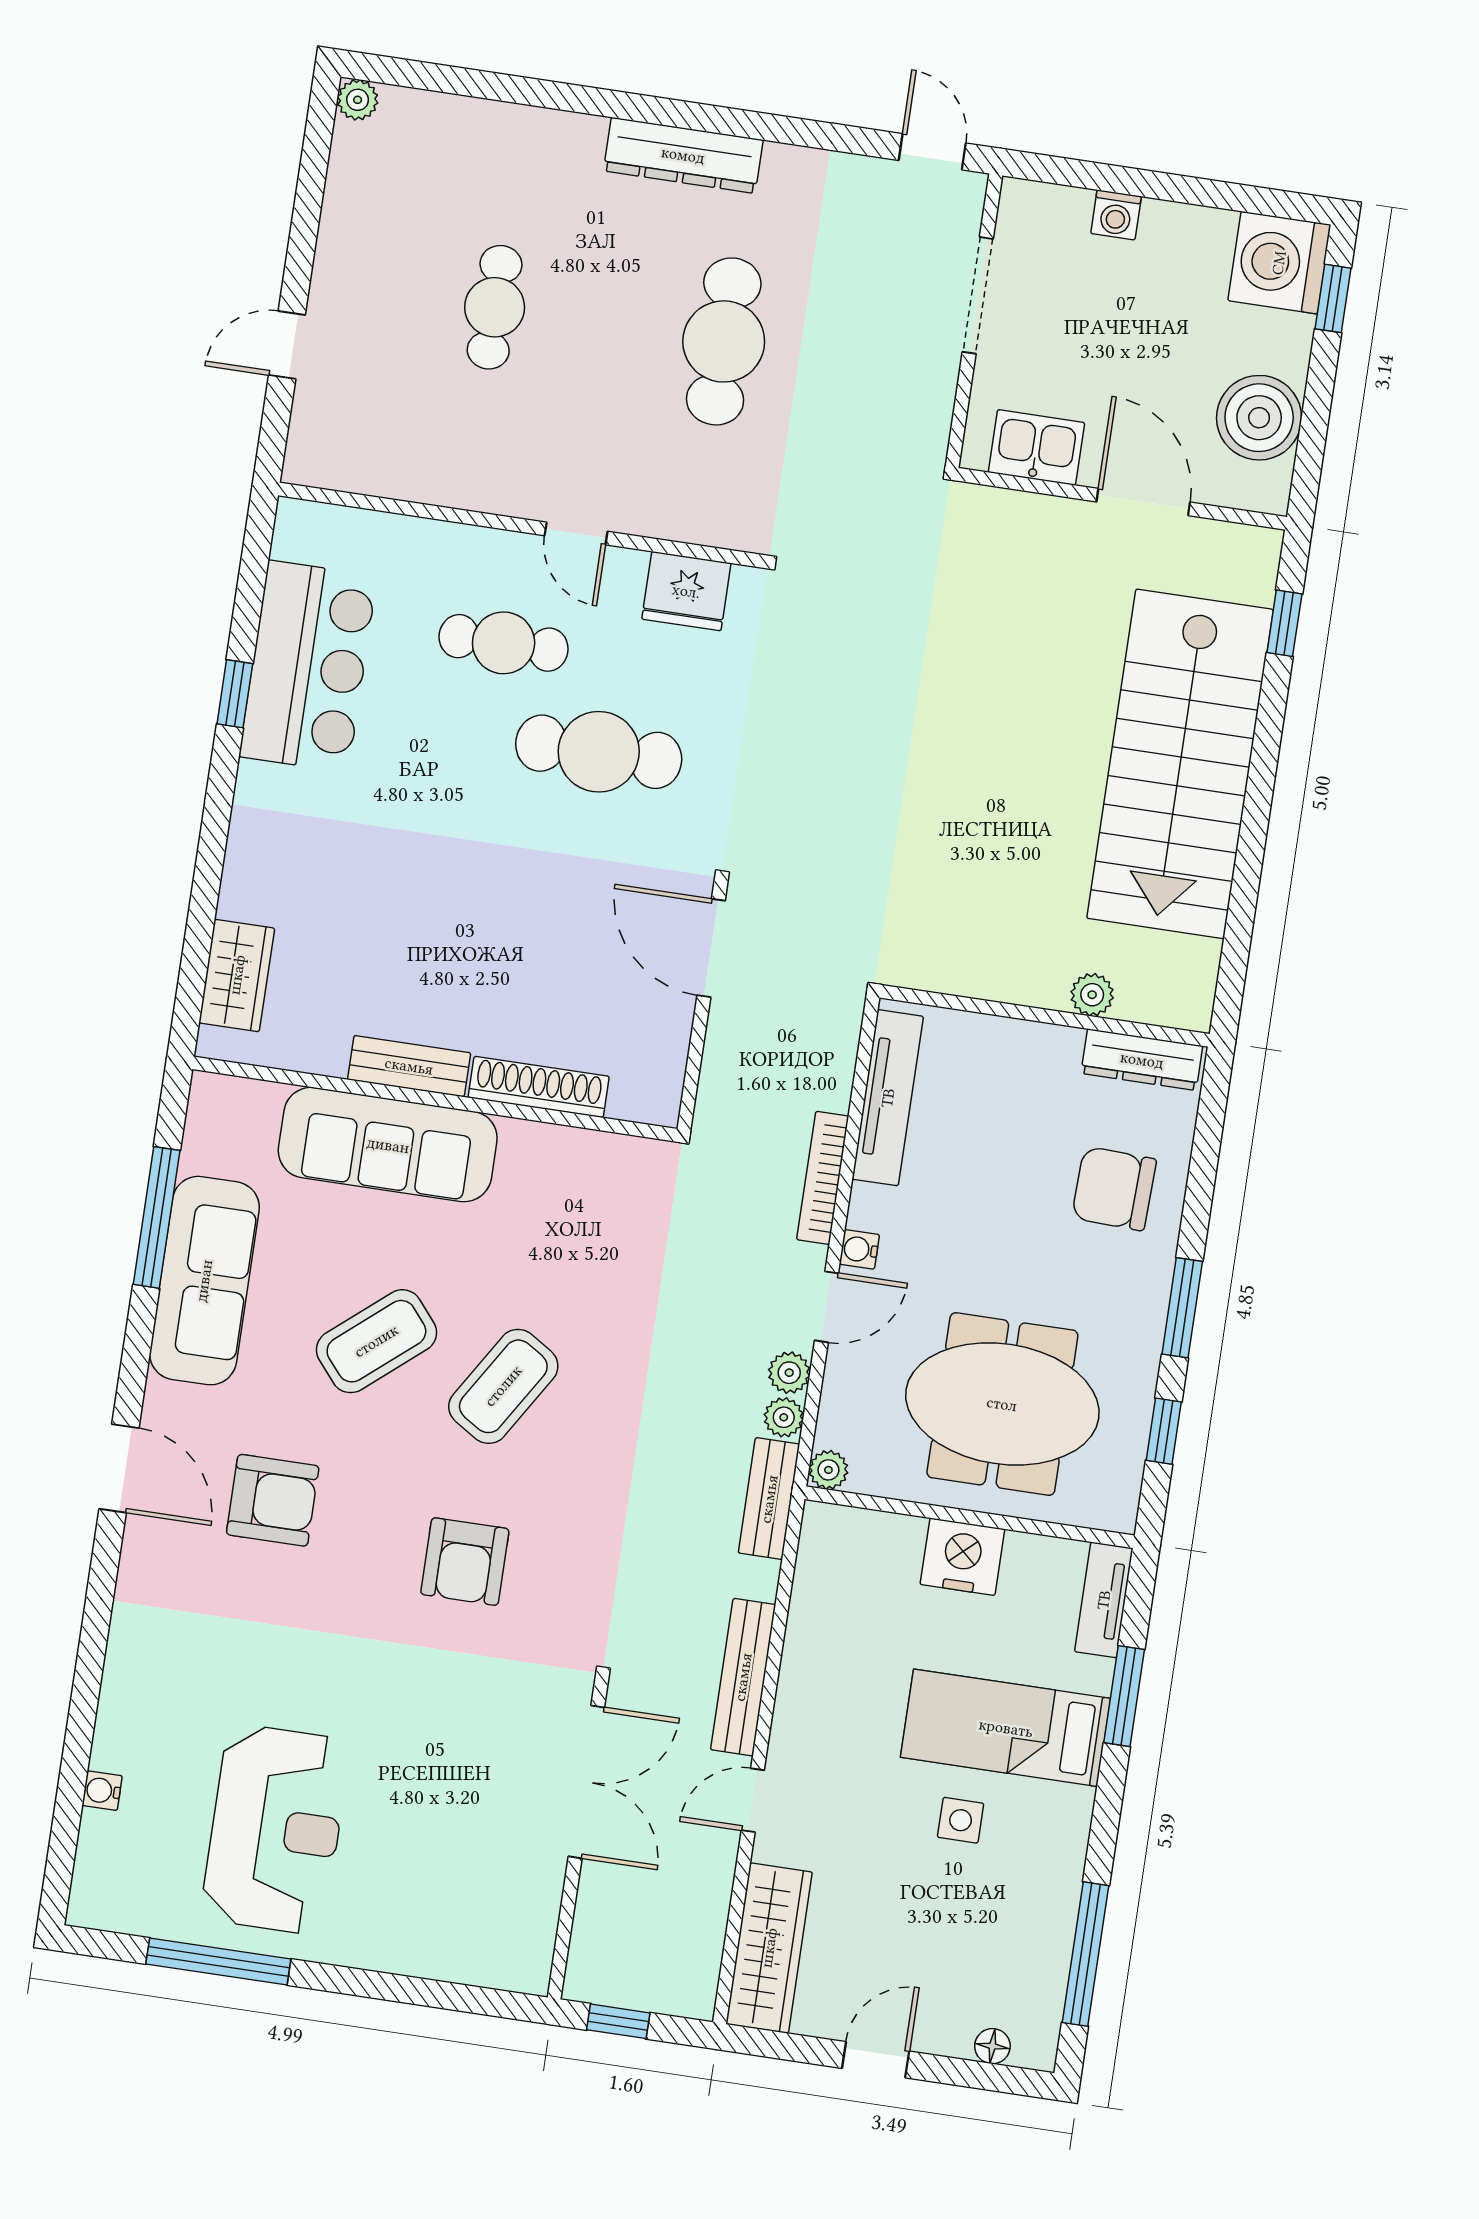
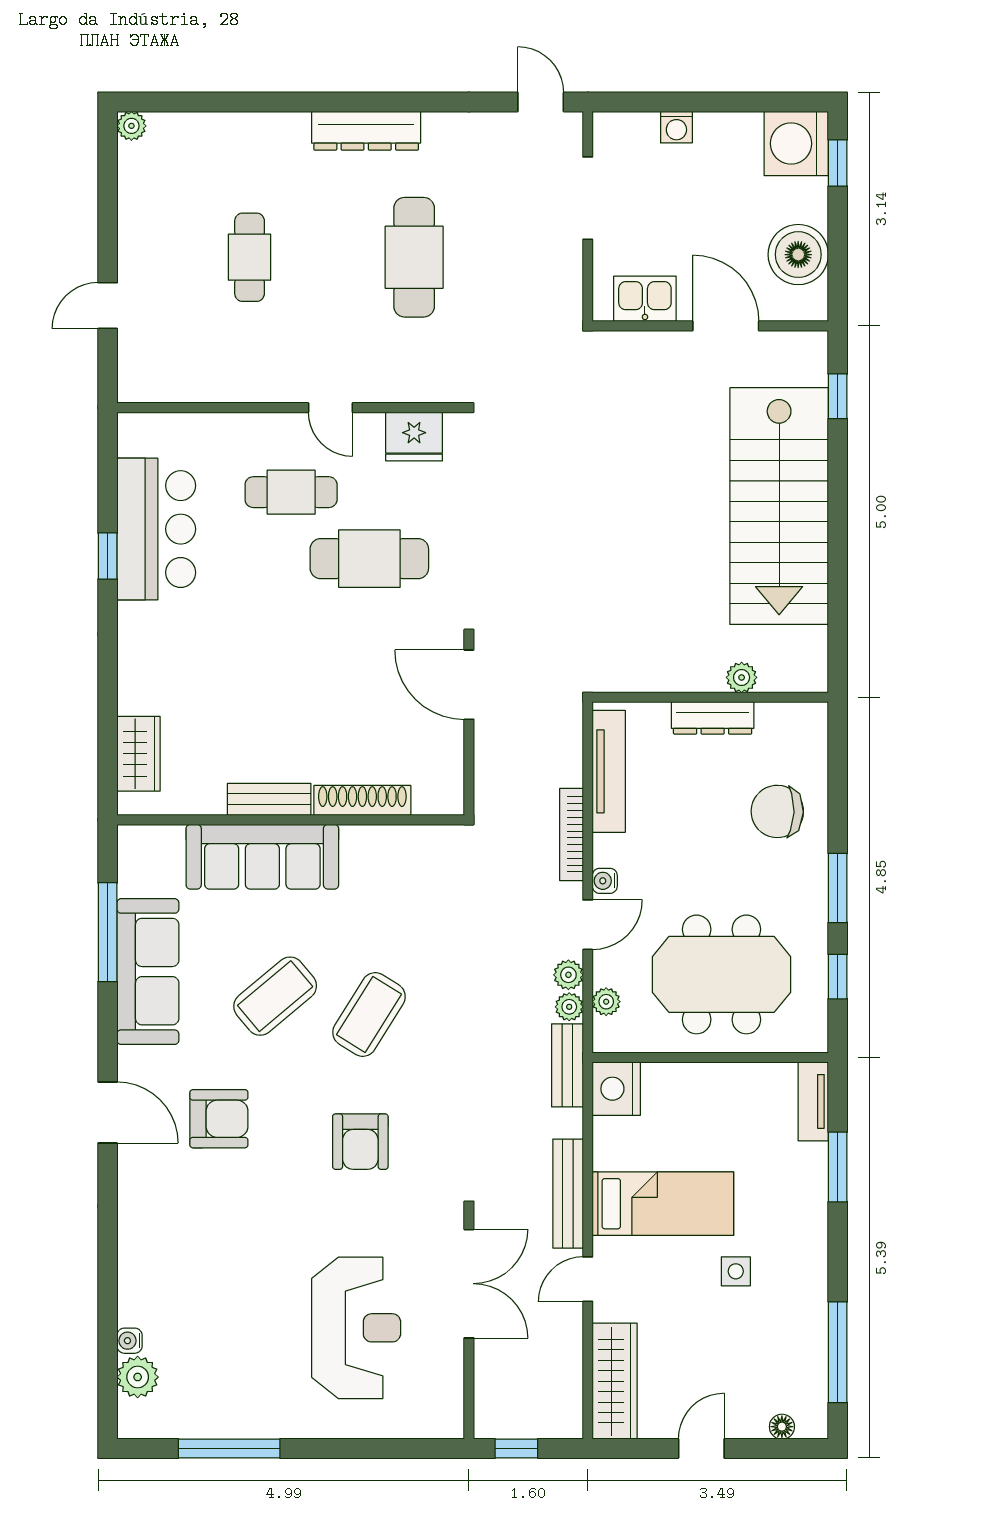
dresser: (1142, 1060) -> (713, 718), moved
plant: (828, 1470) -> (606, 1002), moved
nightstand: (962, 1557) -> (616, 1089), moved, turned -90
bed: (1006, 1728) -> (663, 1204), moved, turned 180
reception desk: (276, 1829) -> (356, 1328), moved
plant: (106, 1843) -> (138, 1377), added

